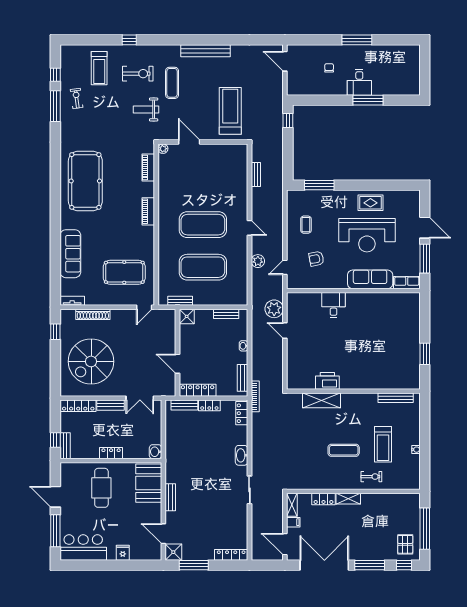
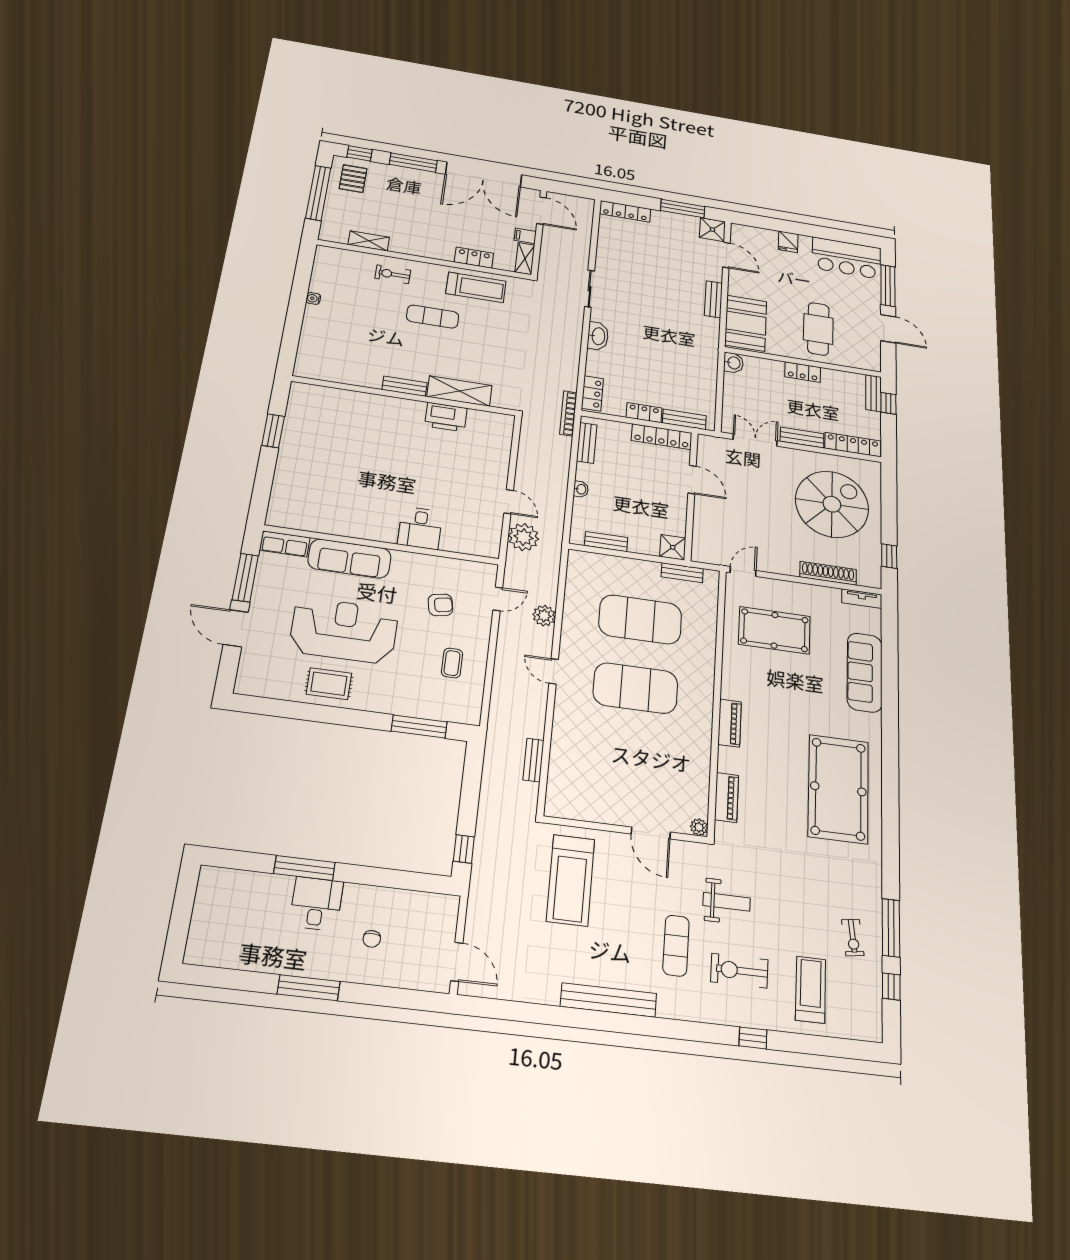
bench: (396, 398) -> (405, 386), moved, width x0.73
treadmill: (383, 444) -> (476, 287), moved, turned 90
shelving: (348, 499) -> (369, 241), moved

